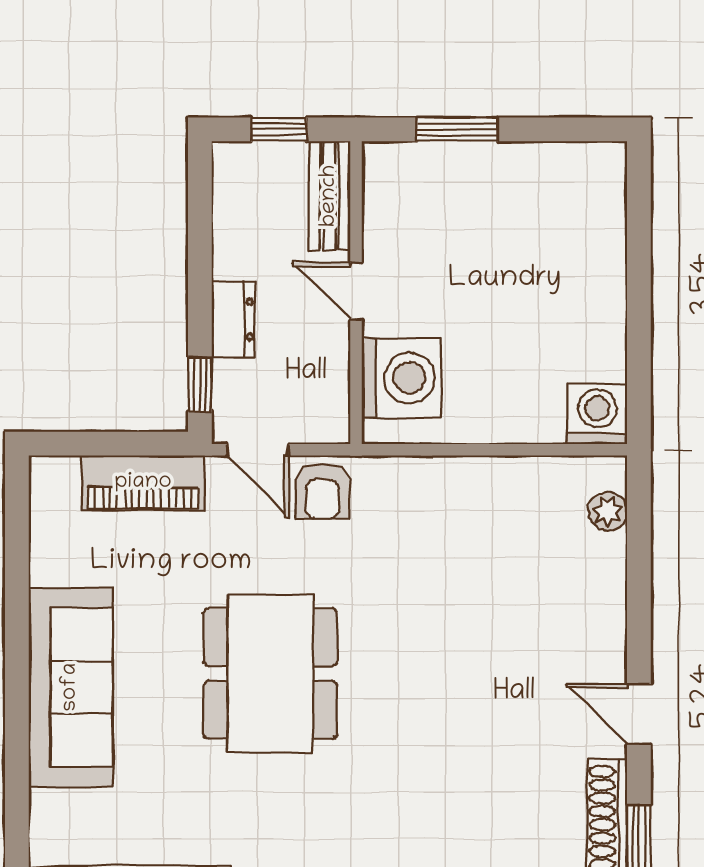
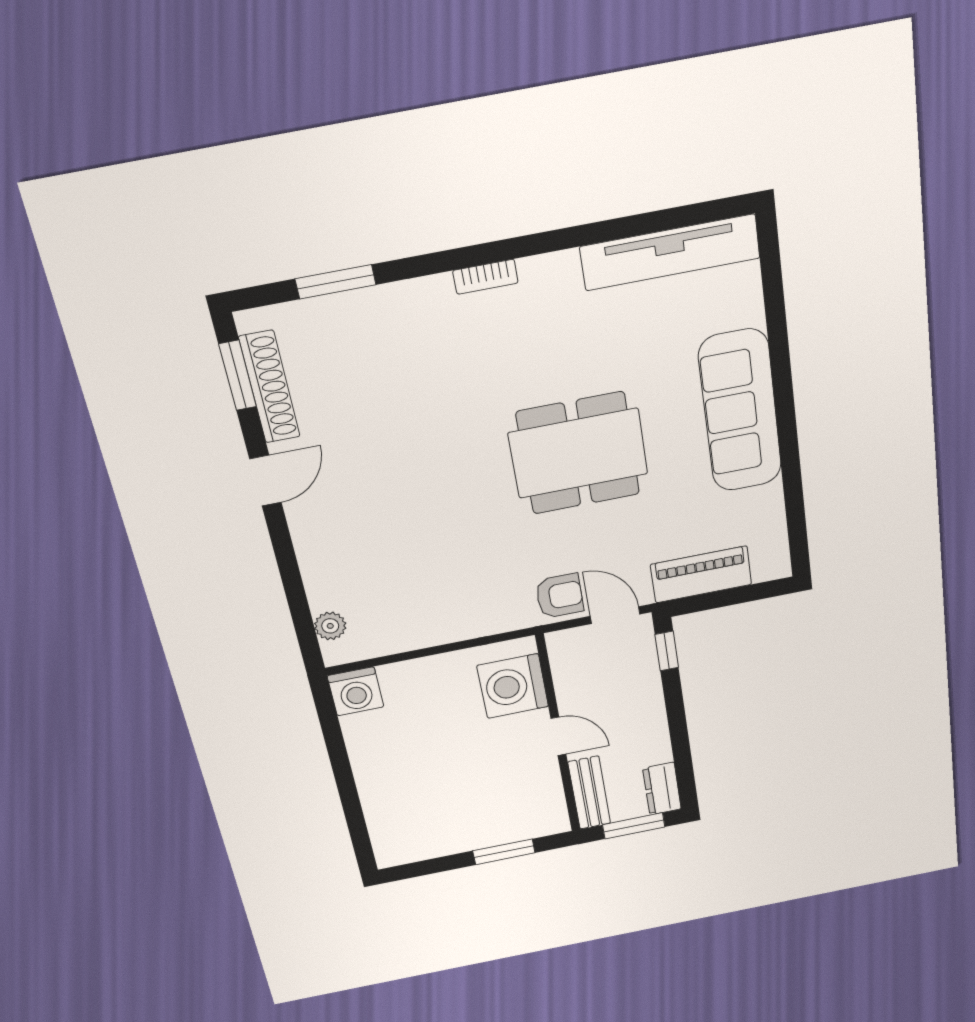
window: (279, 129) -> (634, 826), width x1.50
dresser: (233, 319) -> (662, 789), moved
armchair: (322, 491) -> (559, 596), turned 90
dining table: (270, 673) -> (578, 453), turned 90
door: (639, 714) -> (265, 481), hinge flipped

